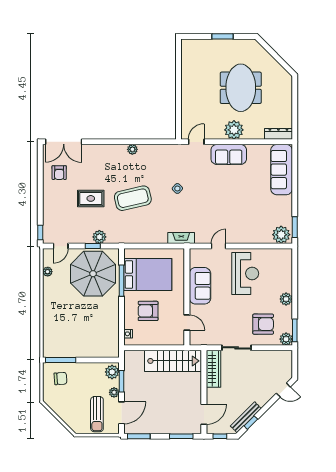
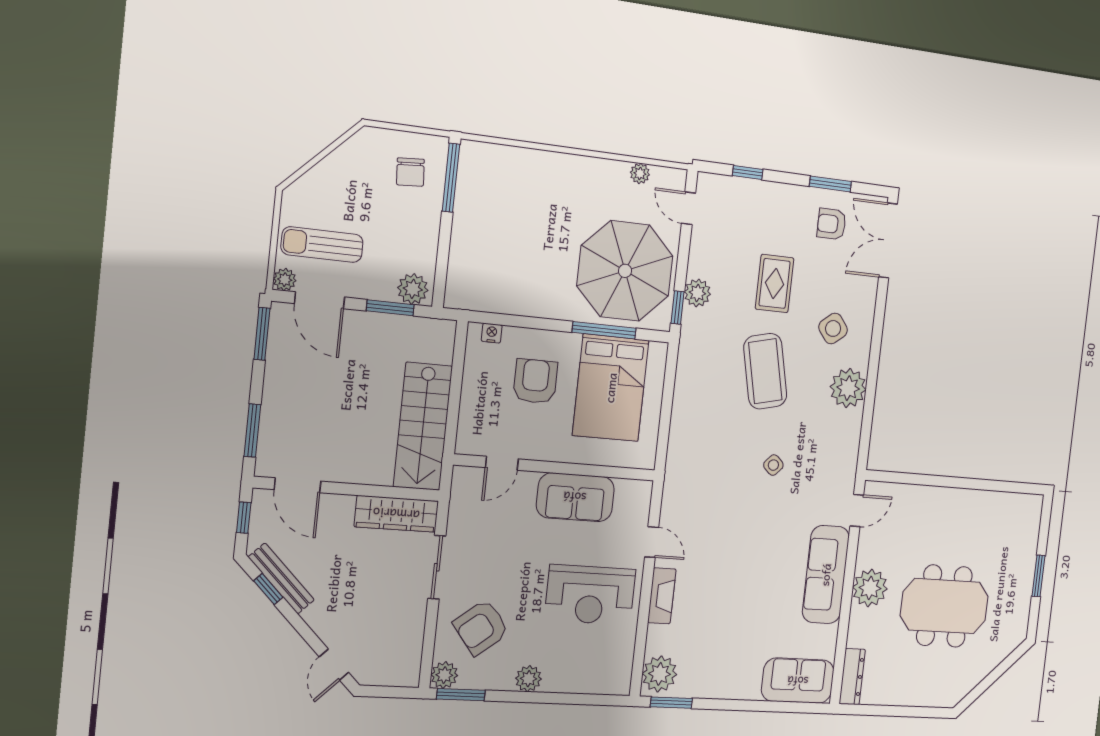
door: (196, 142) -> (857, 510), hinge flipped
plant: (132, 149) -> (848, 388), width x1.88, depth x1.88
sofa: (229, 154) -> (826, 575), width x1.36
side table: (109, 165) -> (833, 328), added
sofa: (282, 170) -> (798, 681), width x0.73
window: (40, 175) -> (830, 184), added
window: (40, 233) -> (748, 173), moved
fireplace: (181, 238) -> (662, 596), moved
window: (93, 246) -> (677, 308), moved
armchair: (263, 324) -> (481, 627), turned 52
plant: (114, 392) -> (285, 280), moved

